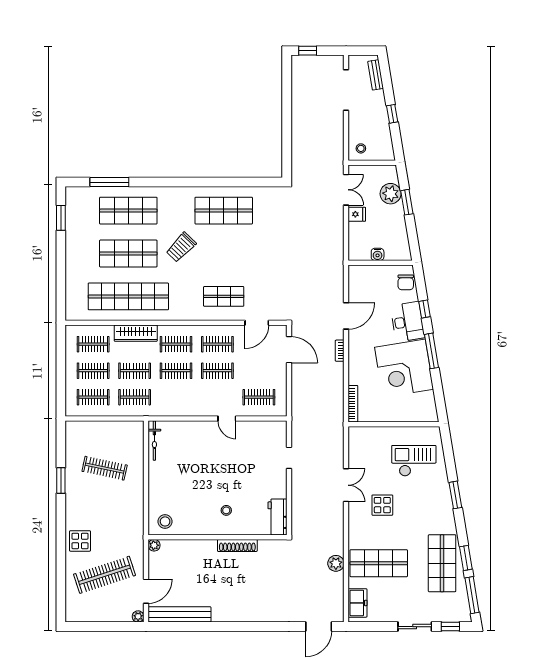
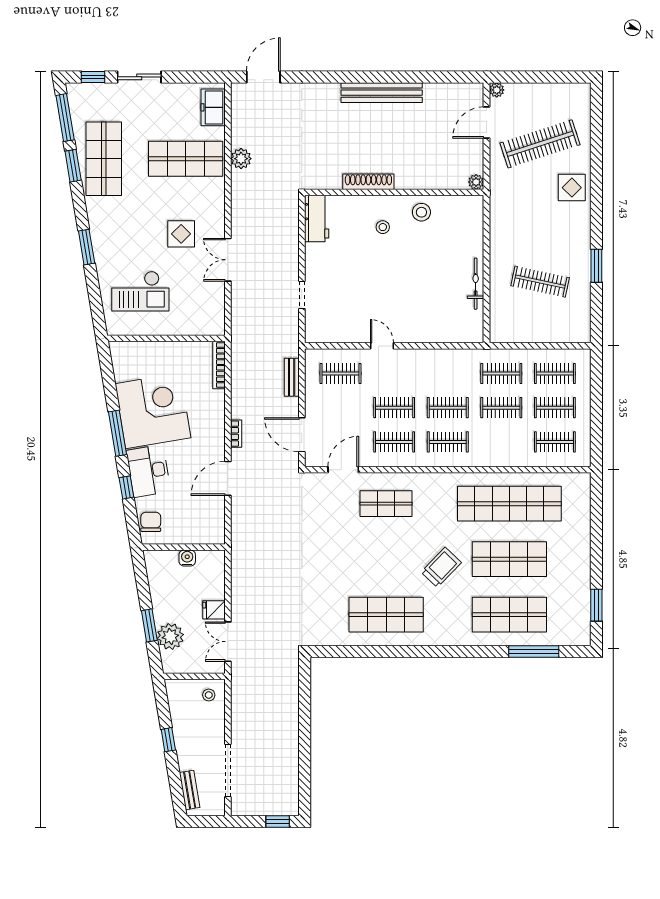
wardrobe: (136, 333) -> (500, 456), removed
bench: (297, 394) -> (292, 377), added
bicycle: (154, 441) -> (476, 284), moved
stool: (165, 521) -> (421, 212), moved
bench: (179, 614) -> (382, 93), moved

